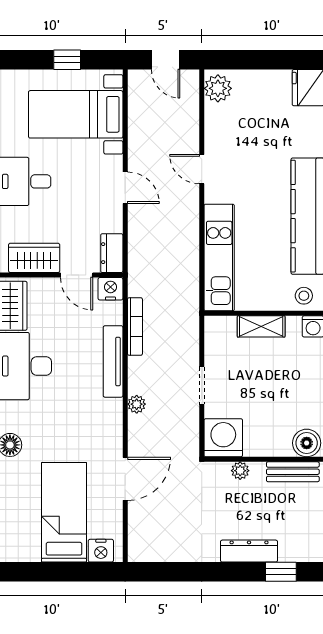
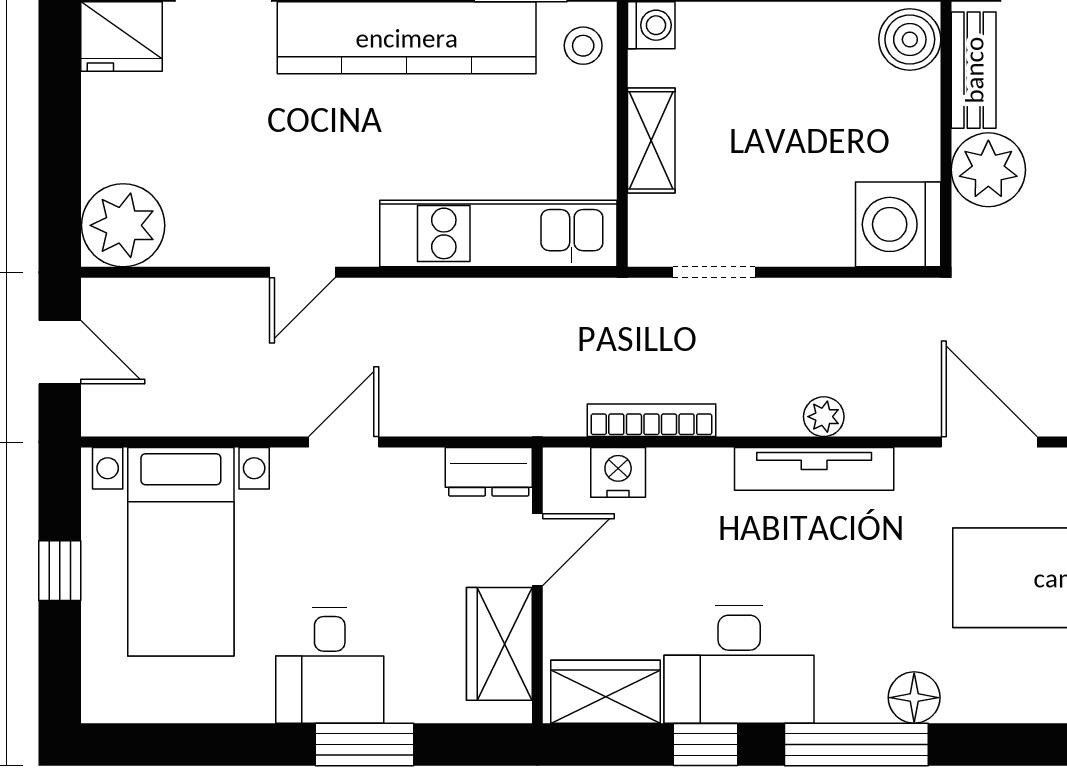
door: (166, 60) -> (60, 352), hinge flipped
plant: (218, 88) -> (123, 225), width x1.36, depth x1.36
nightstand: (110, 289) -> (618, 472), moved, turned 90
tv unit: (113, 361) -> (814, 469), moved
doorway: (202, 386) -> (714, 272), moved
plant: (240, 471) -> (988, 170), width x1.88, depth x1.88

